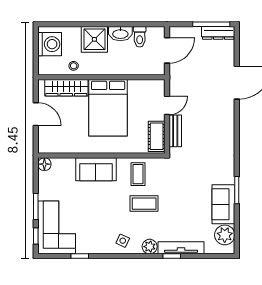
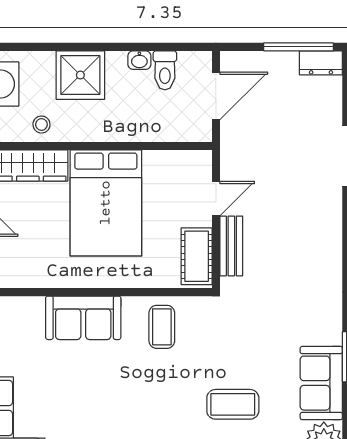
dresser: (218, 33) -> (321, 63), width x0.70
washbasin: (120, 34) -> (139, 60), width x0.52, depth x0.69
coffee table: (144, 204) -> (233, 404), moved

